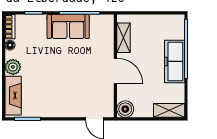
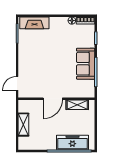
freezer: (175, 61) -> (72, 143), moved
plant: (13, 67) -> (56, 23), removed
boiler: (125, 109) -> (24, 106), removed
shelving: (169, 110) -> (23, 125), moved

